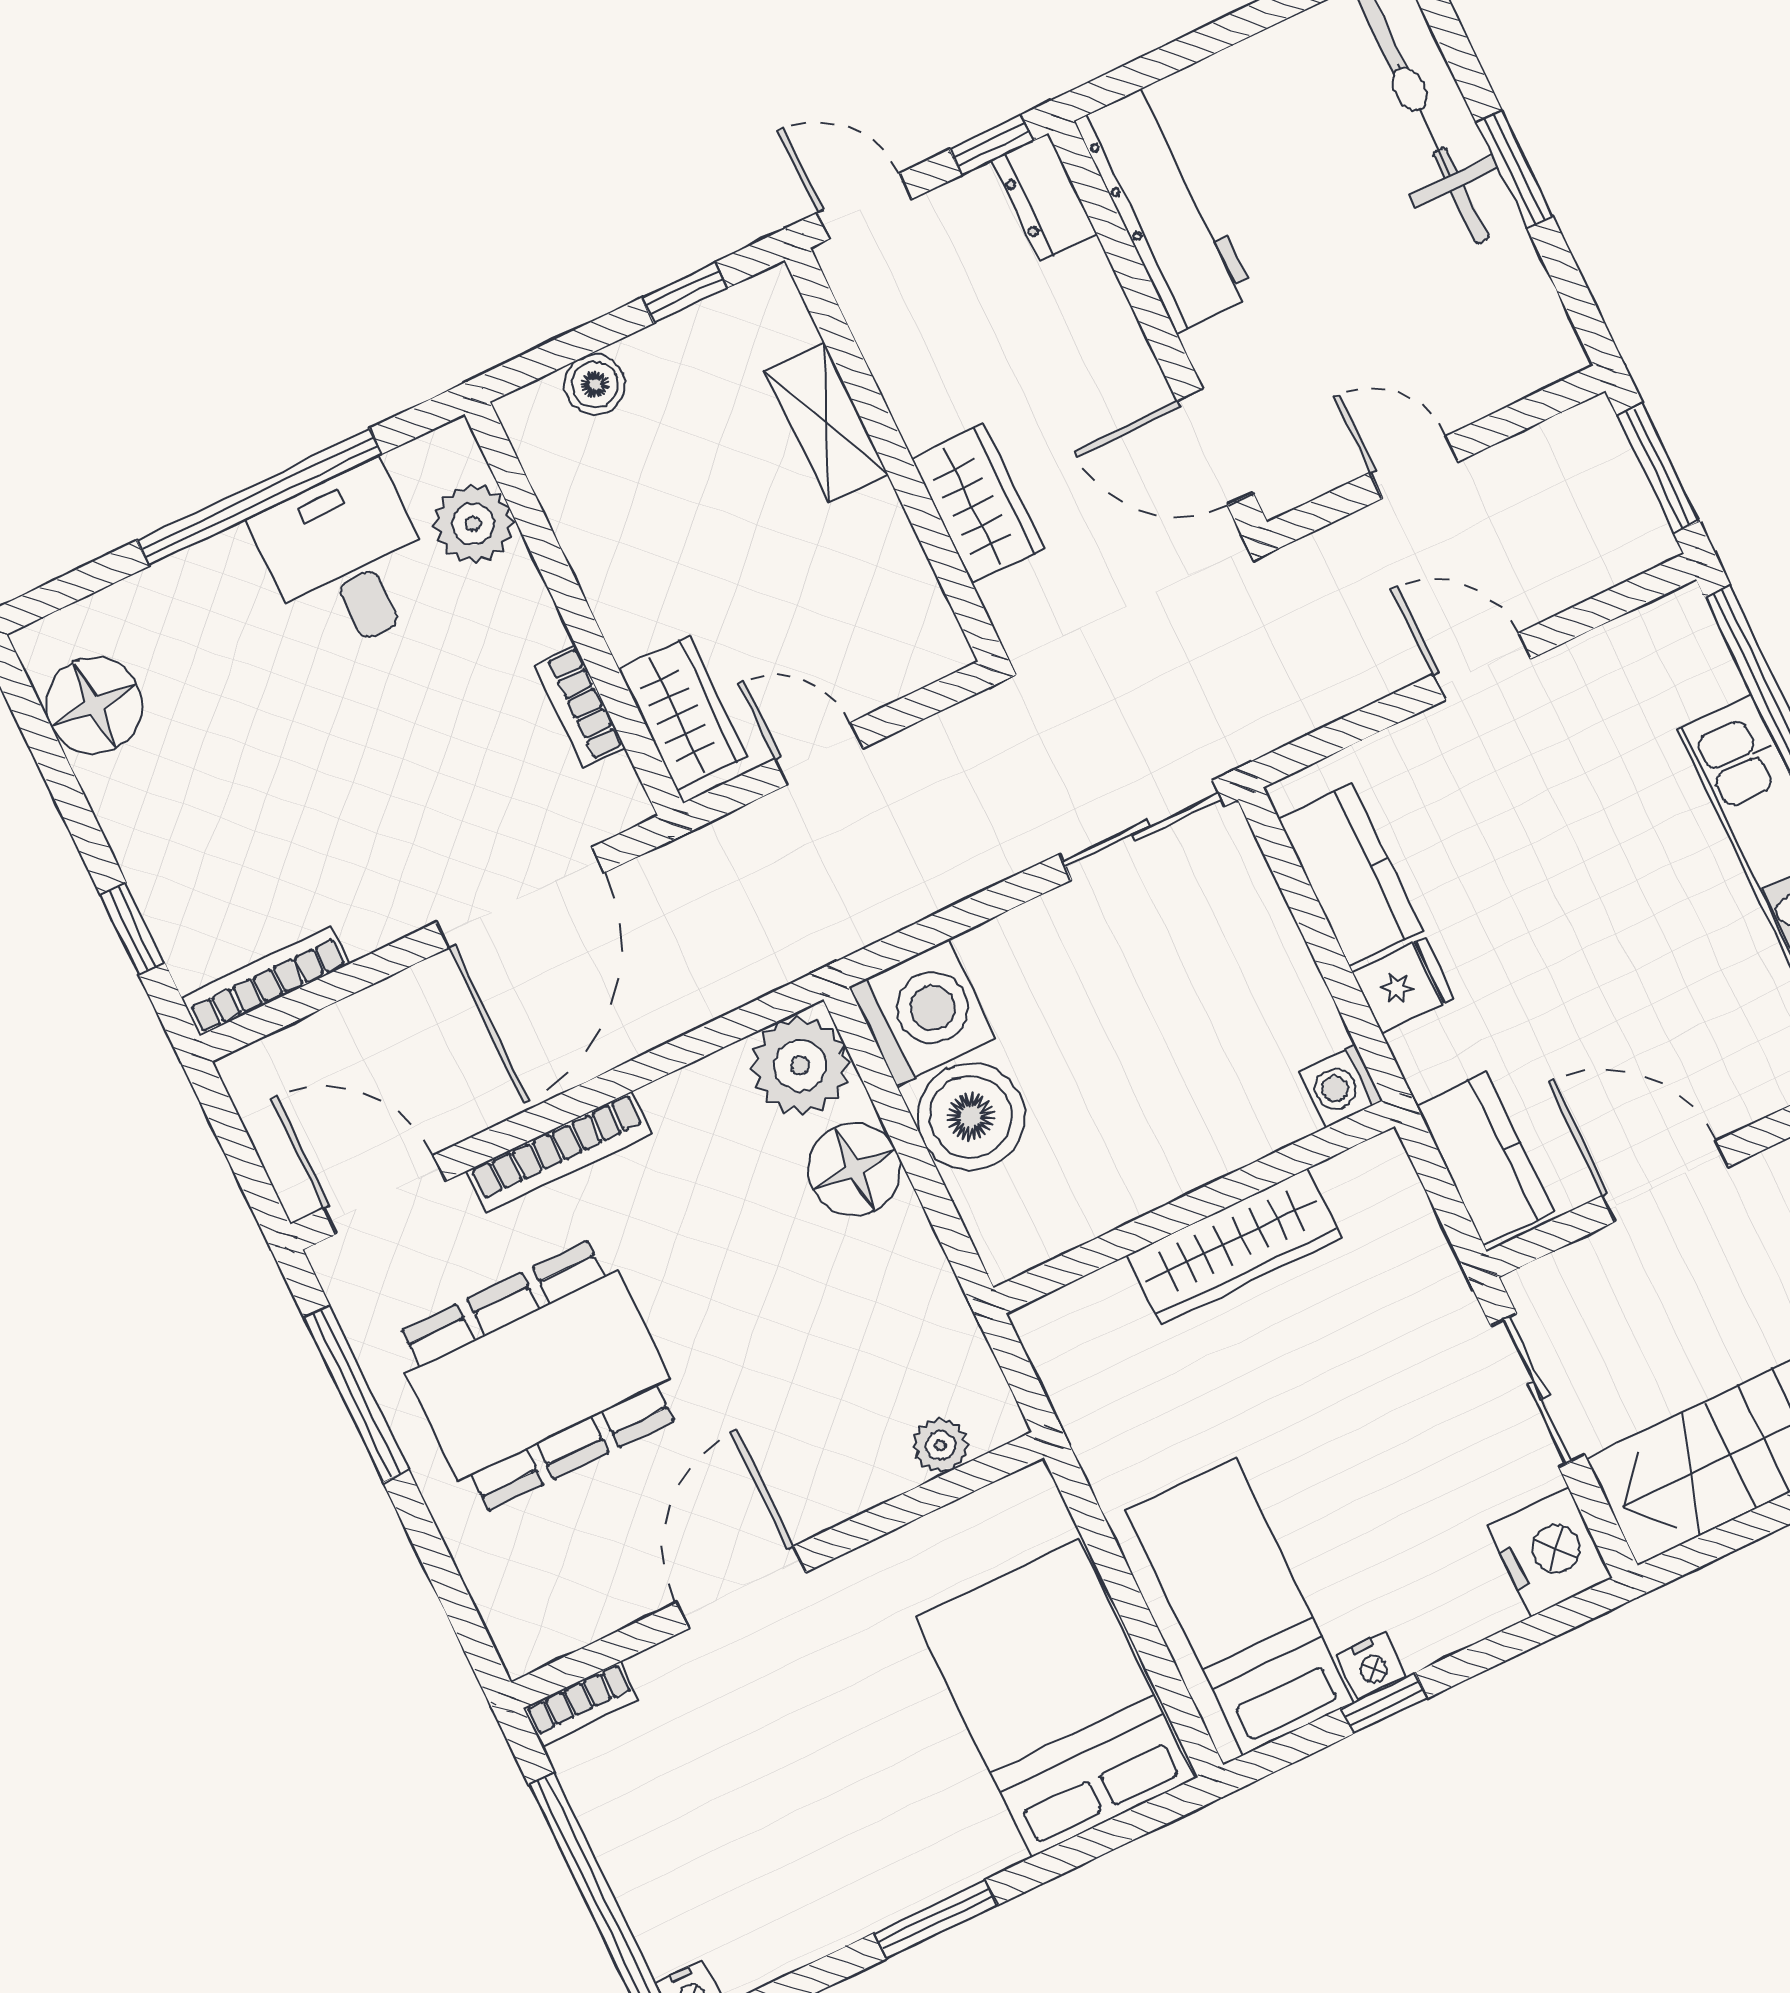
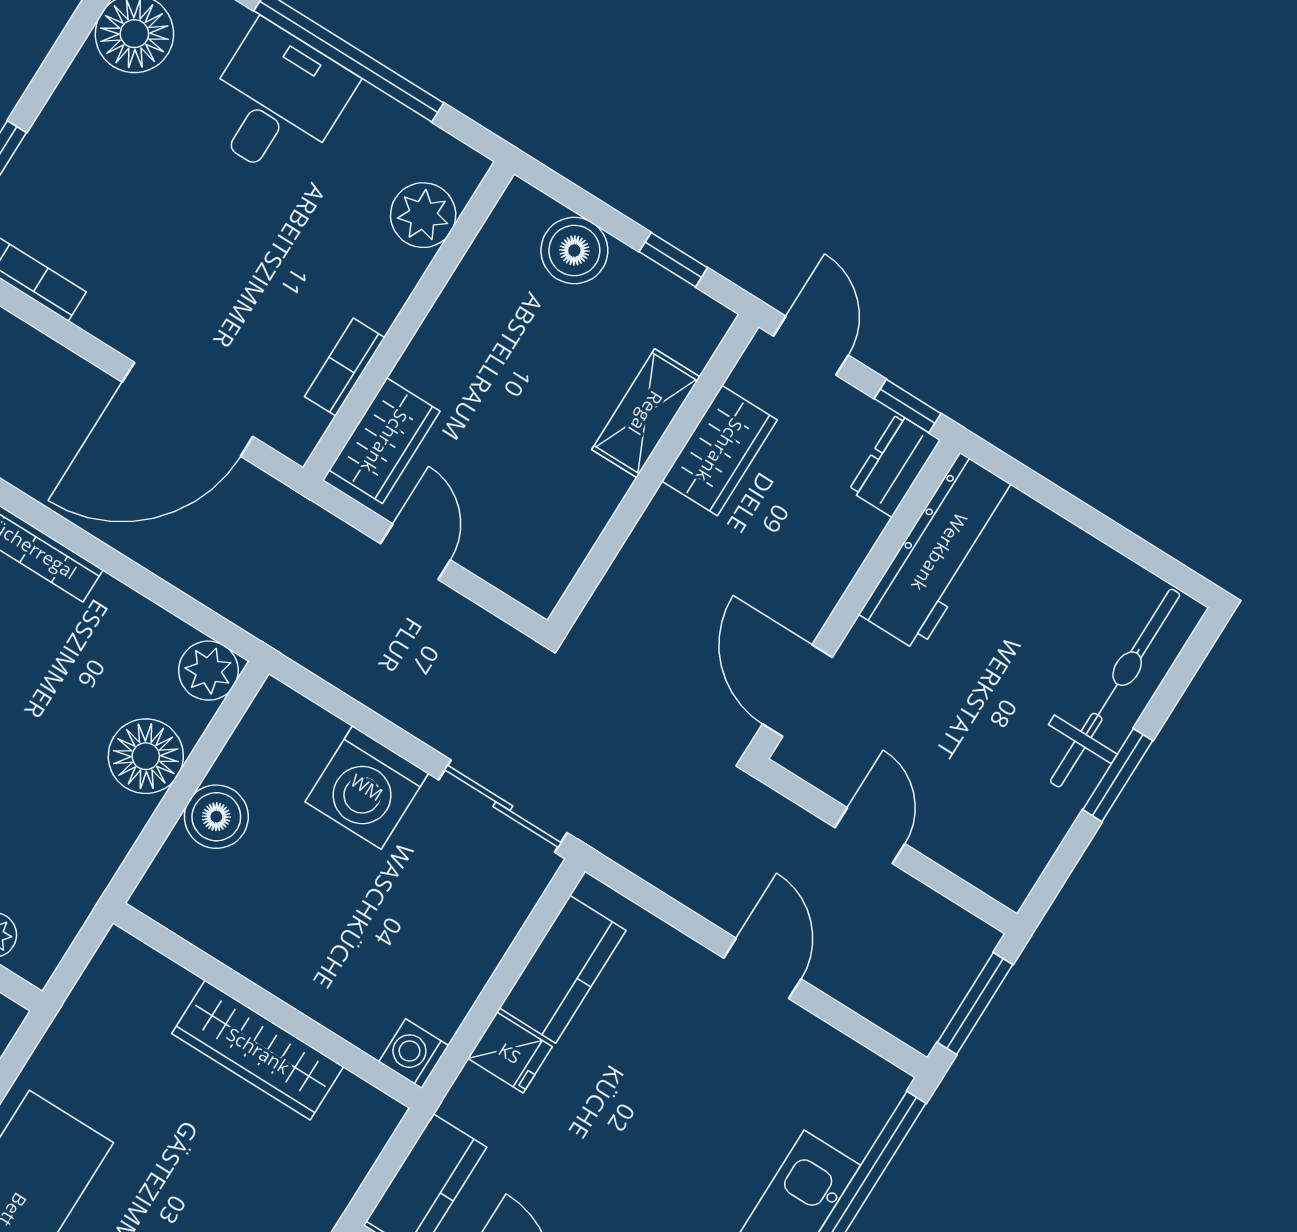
boiler: (595, 385) -> (574, 251), width x1.36, depth x1.36
wardrobe: (978, 504) -> (720, 450), moved
desk: (347, 560) -> (276, 102), moved
washing machine: (922, 1013) -> (367, 787), moved, turned 90
plant: (800, 1066) -> (208, 671), width x0.73, depth x0.73
boiler: (971, 1117) -> (216, 817), width x0.73, depth x0.73

